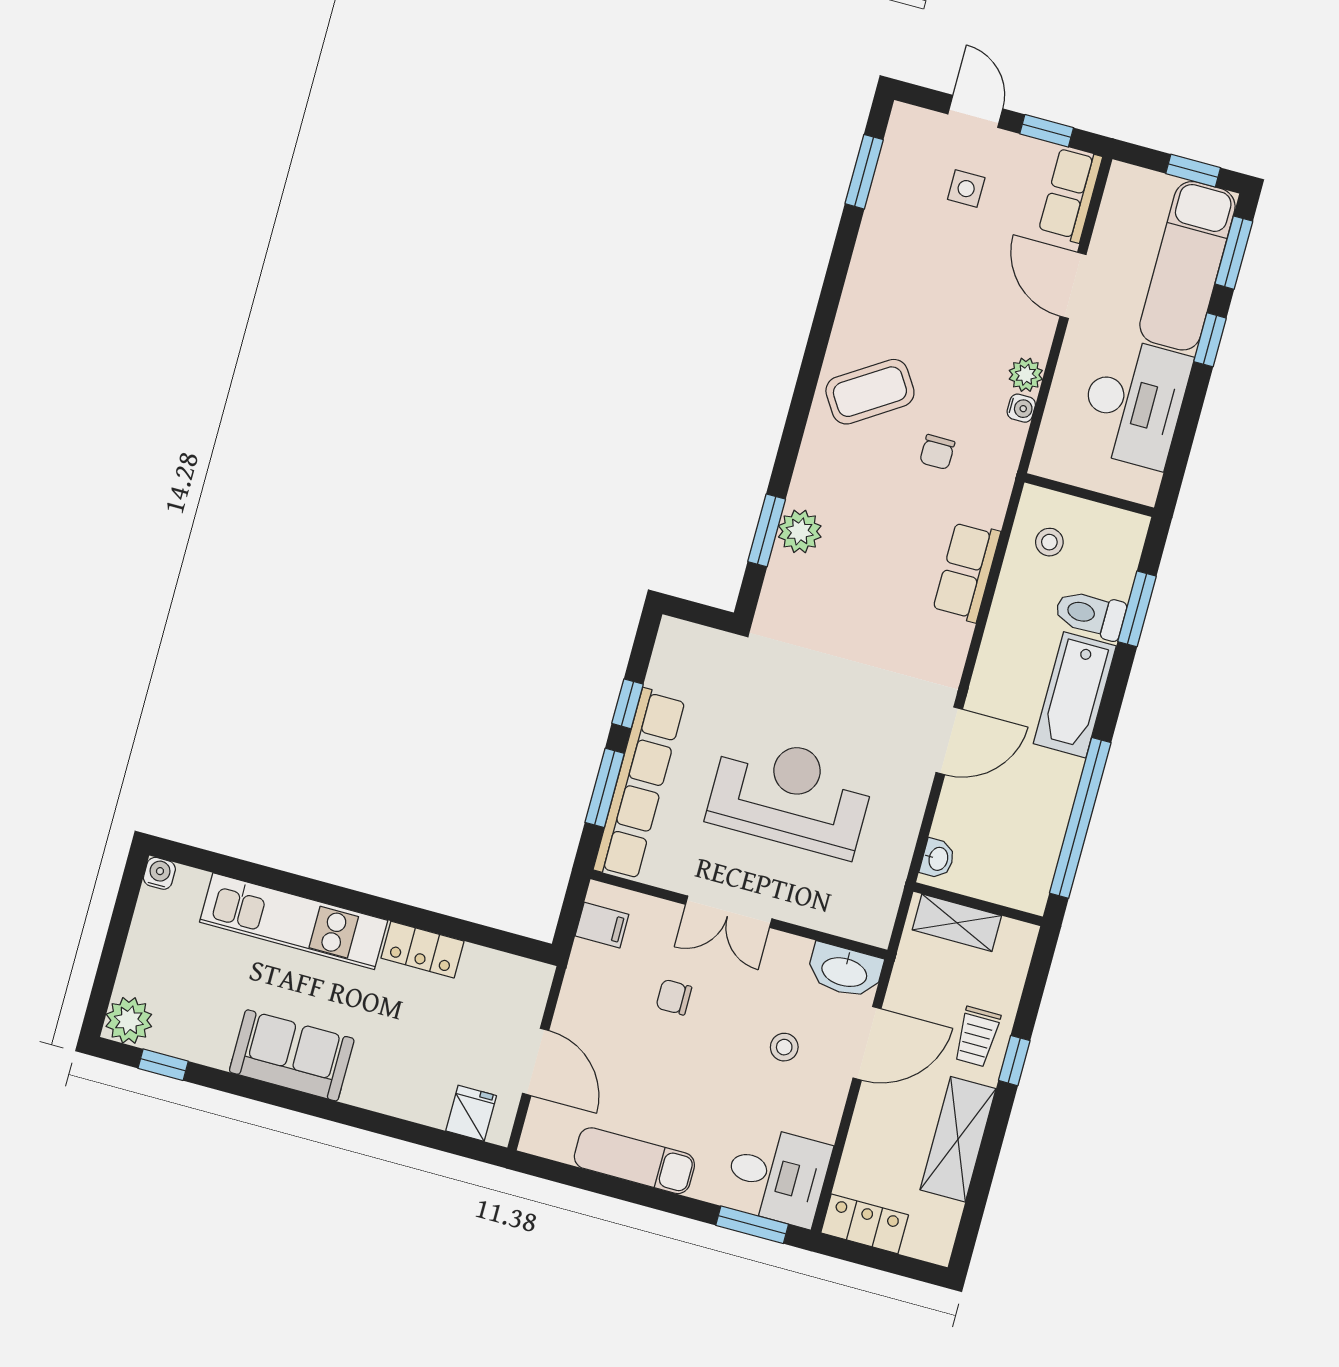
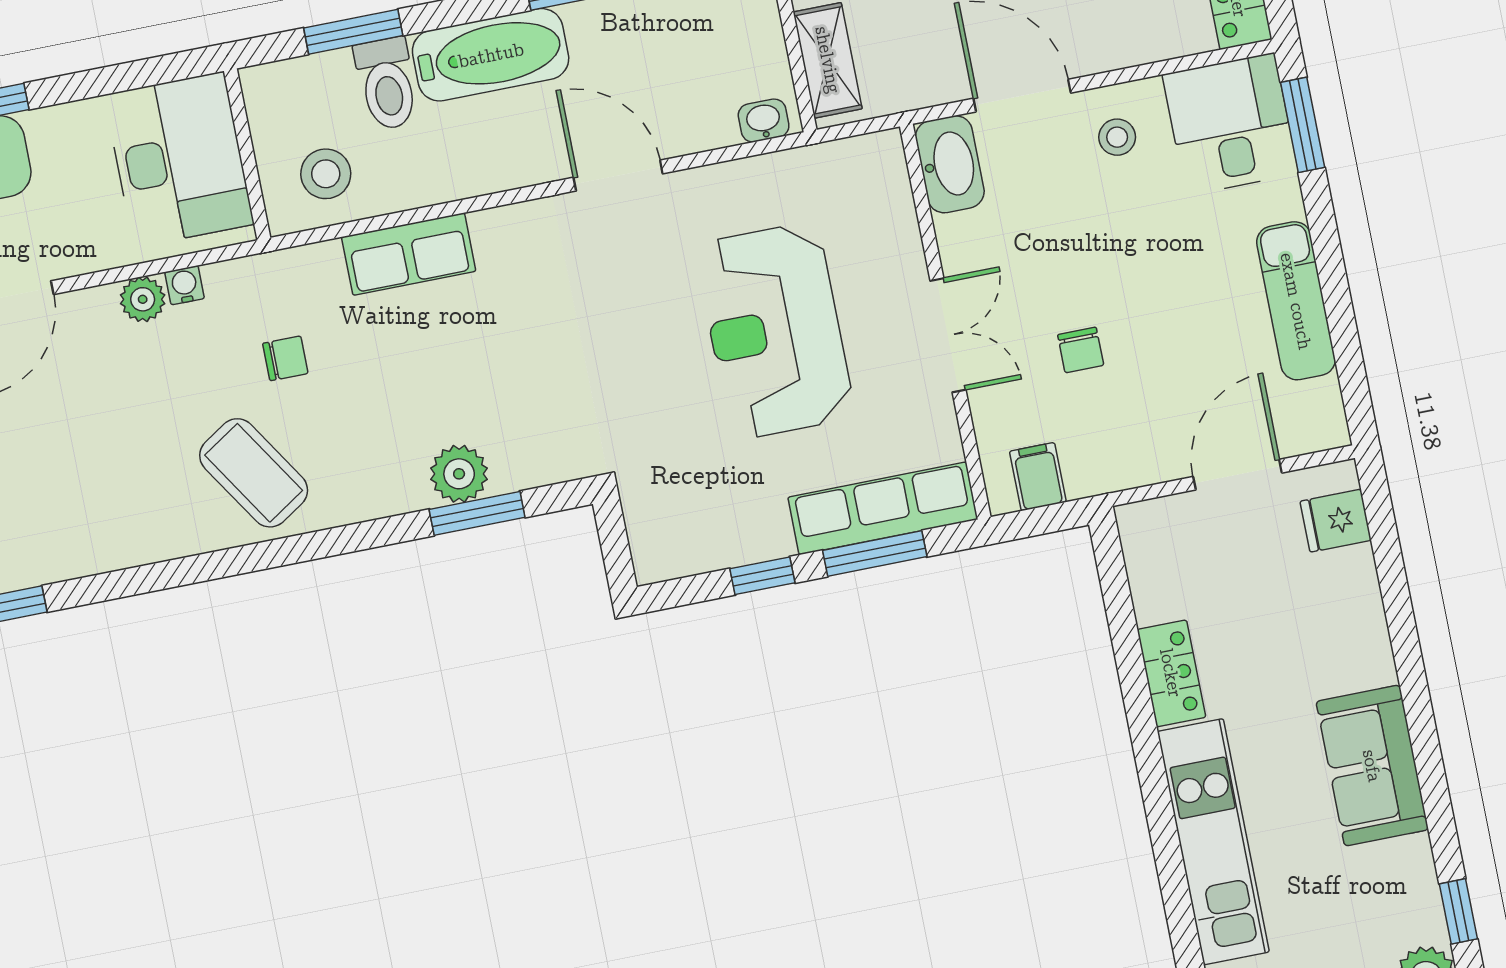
desk: (1134, 403) -> (179, 160), moved, turned 90
stool: (1049, 542) -> (326, 174), width x1.37, depth x1.37
row of seats: (639, 784) -> (883, 508), width x0.73
stool: (784, 1047) -> (1117, 137), moved

